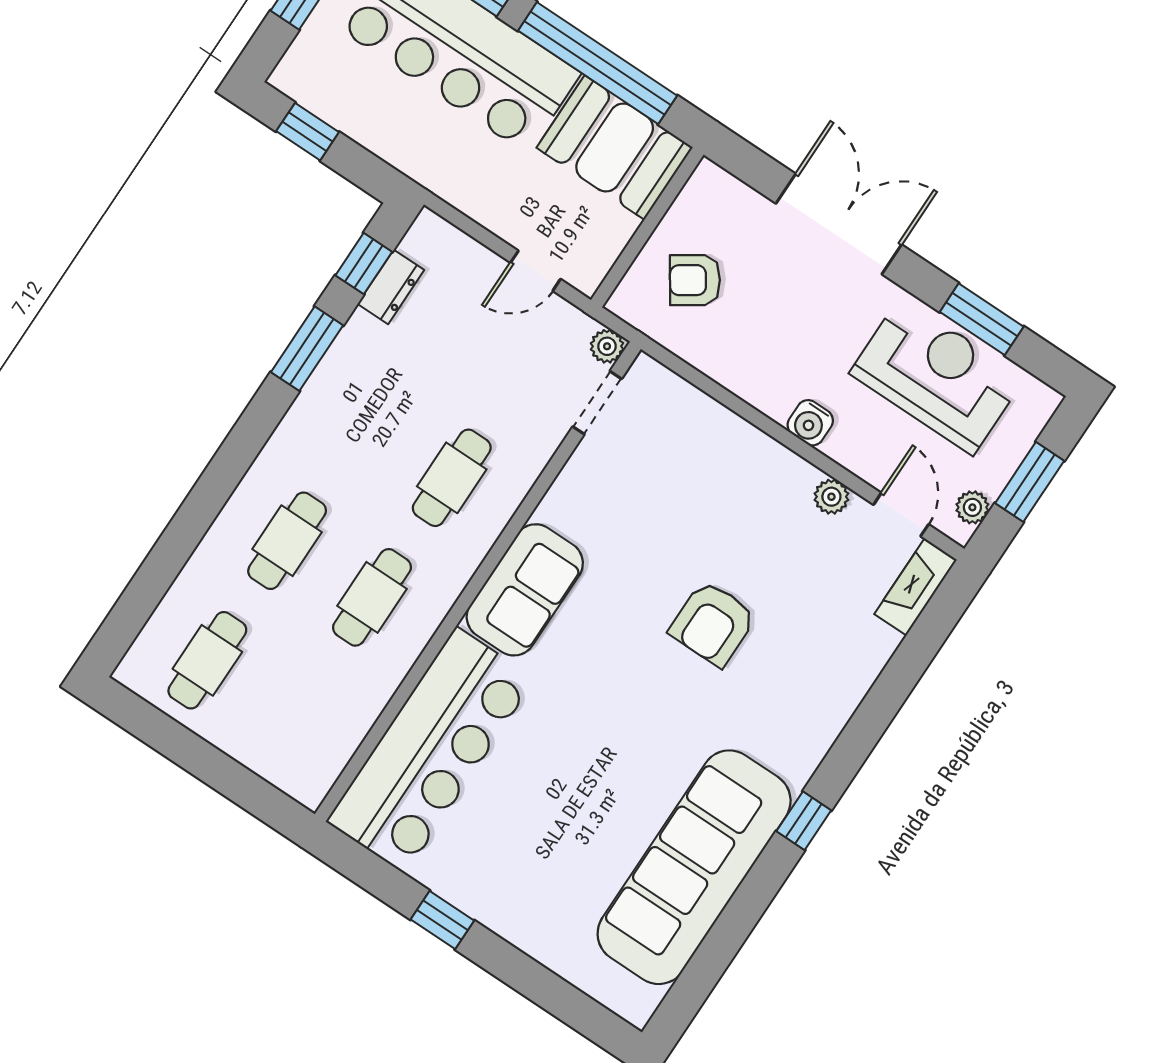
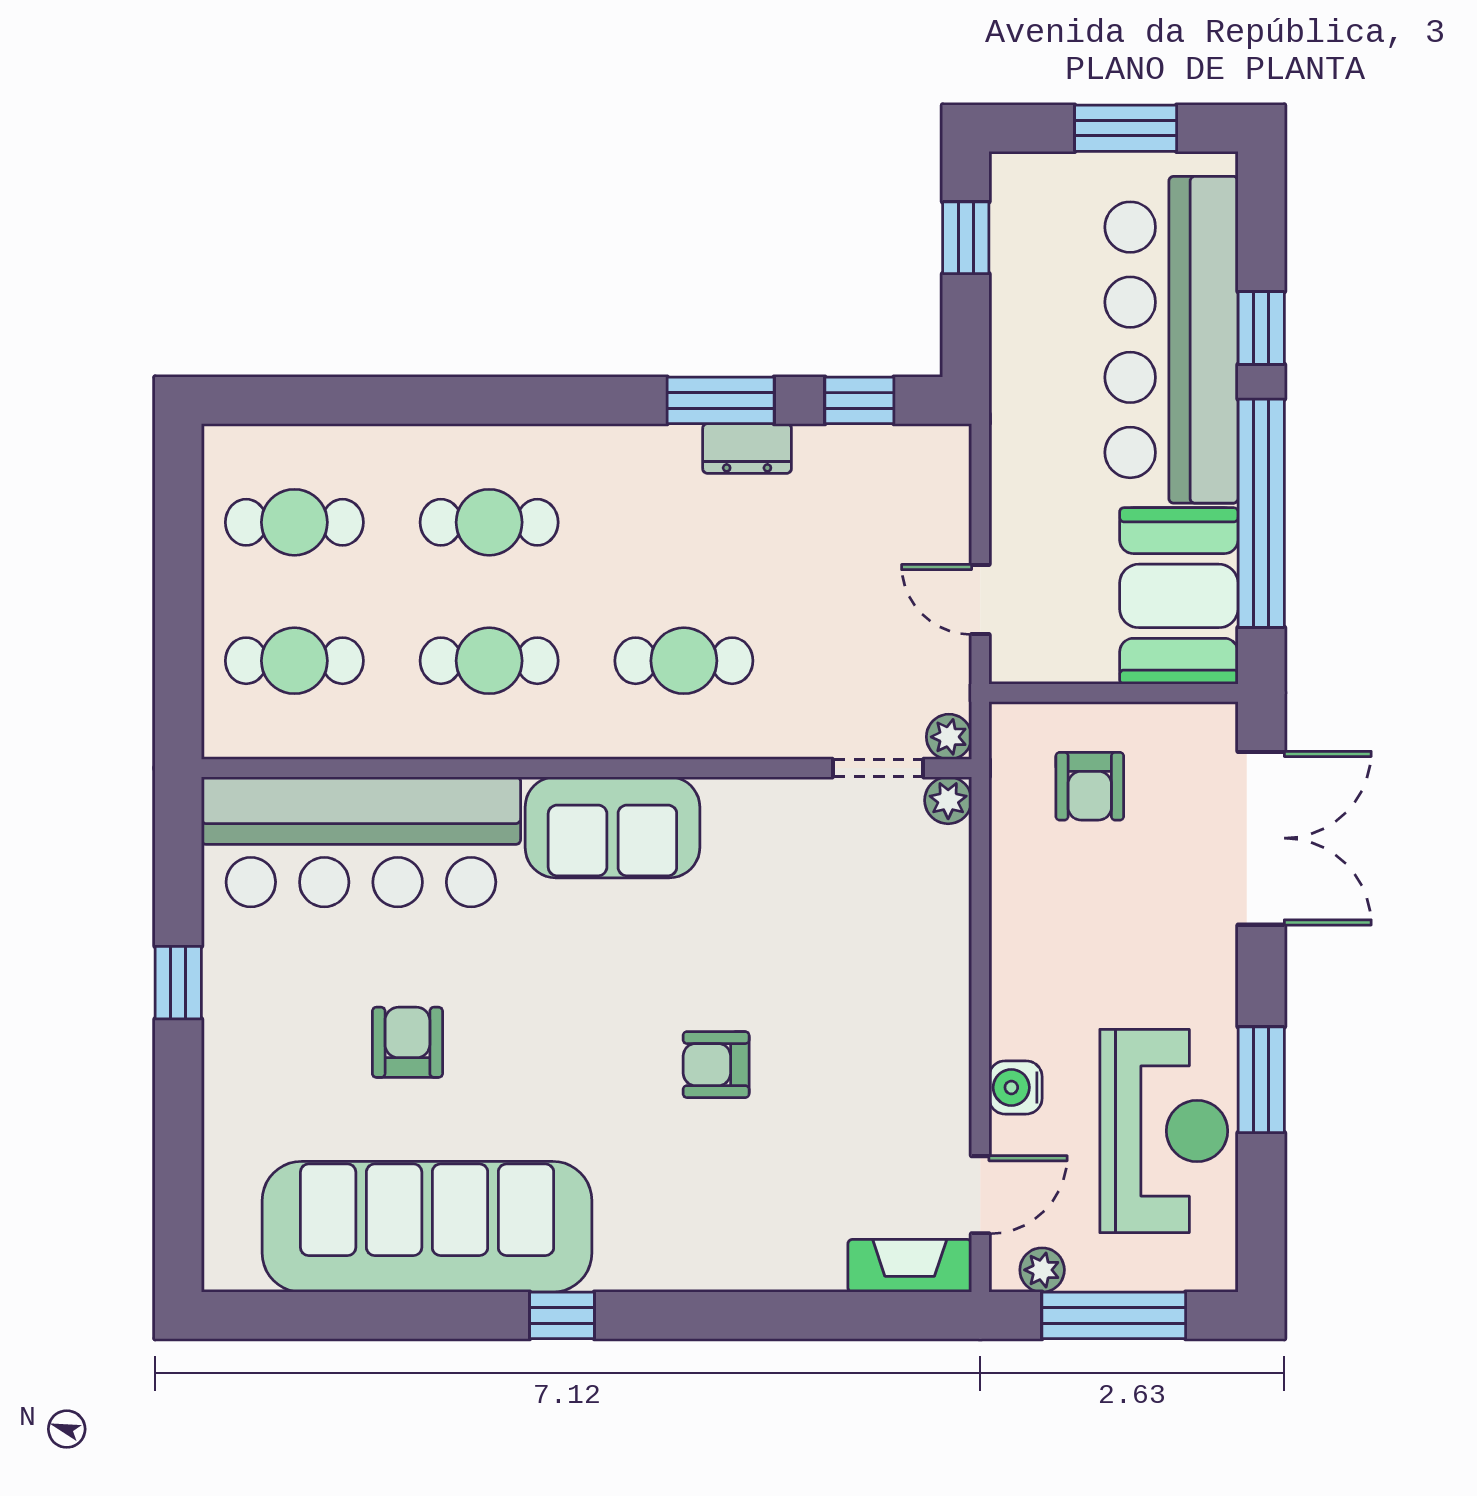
double door: (839, 224) -> (1261, 838), moved
armchair: (695, 280) -> (1090, 786), turned -146
dresser: (391, 287) -> (747, 448), moved
window: (982, 319) -> (1261, 1080), moved
water cooler: (810, 423) -> (1016, 1087), moved
window: (1030, 482) -> (1114, 1315), width x1.44
plant: (831, 497) -> (948, 800), moved
armchair: (713, 623) -> (716, 1065), width x0.72, depth x0.72
cafe table: (292, 717) -> (294, 661), added
armchair: (573, 804) -> (407, 1042), added

